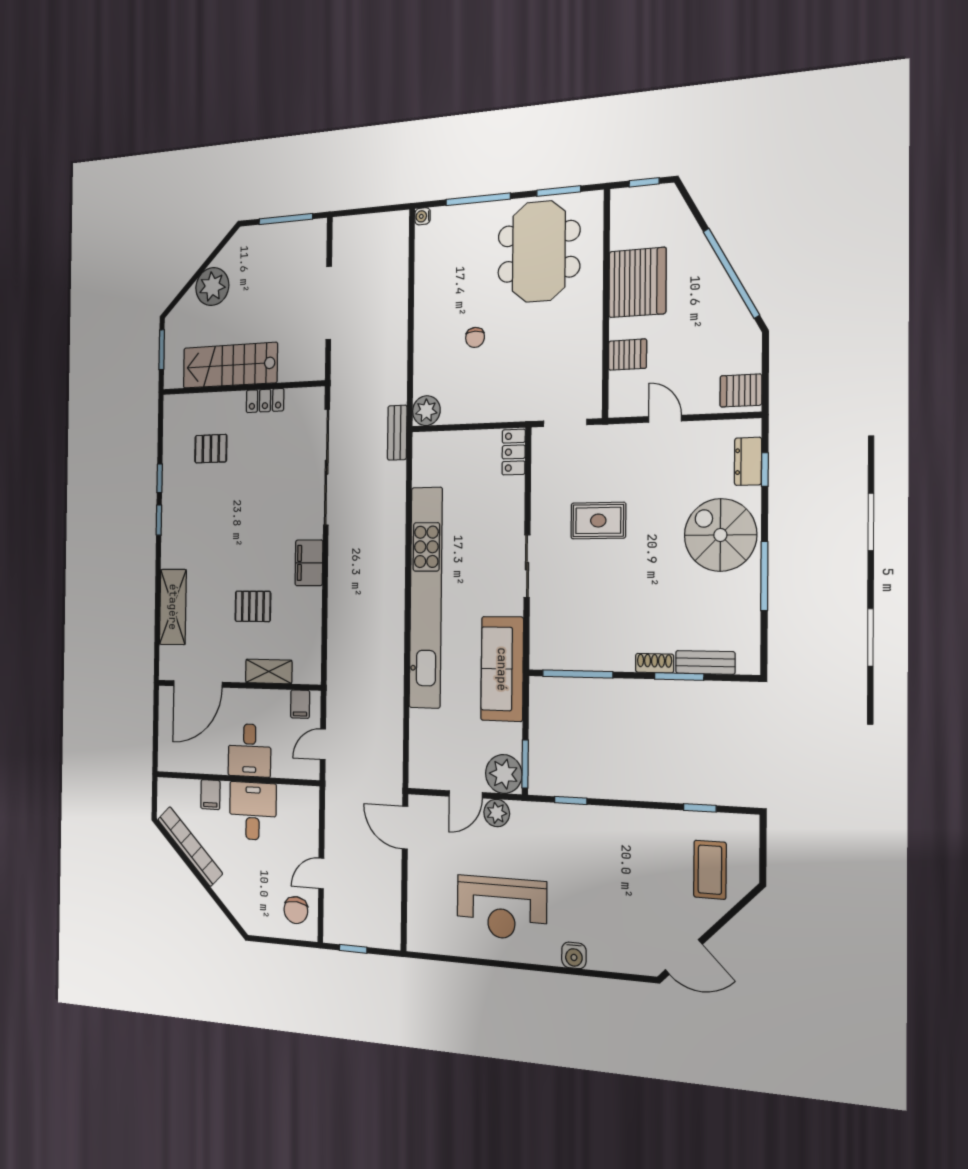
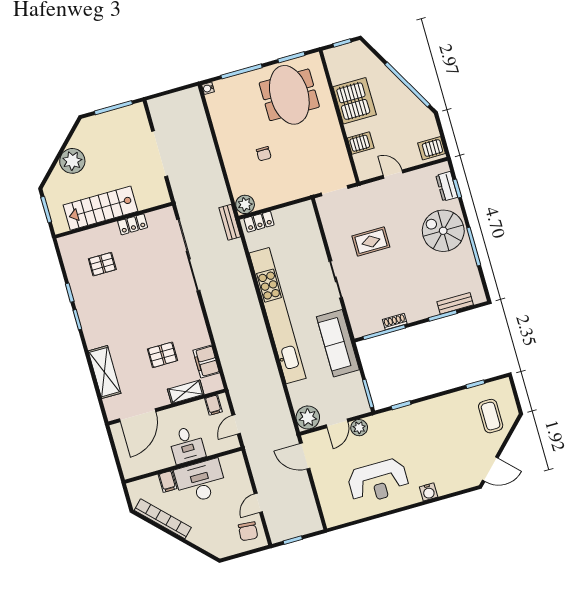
locker: (514, 452) -> (259, 222), moved, turned -90
filing cabinet: (309, 563) -> (206, 362), moved
shoe rack: (655, 663) -> (395, 322), moved
plant: (504, 774) -> (308, 418), moved
desk: (253, 811) -> (200, 481), width x1.37

